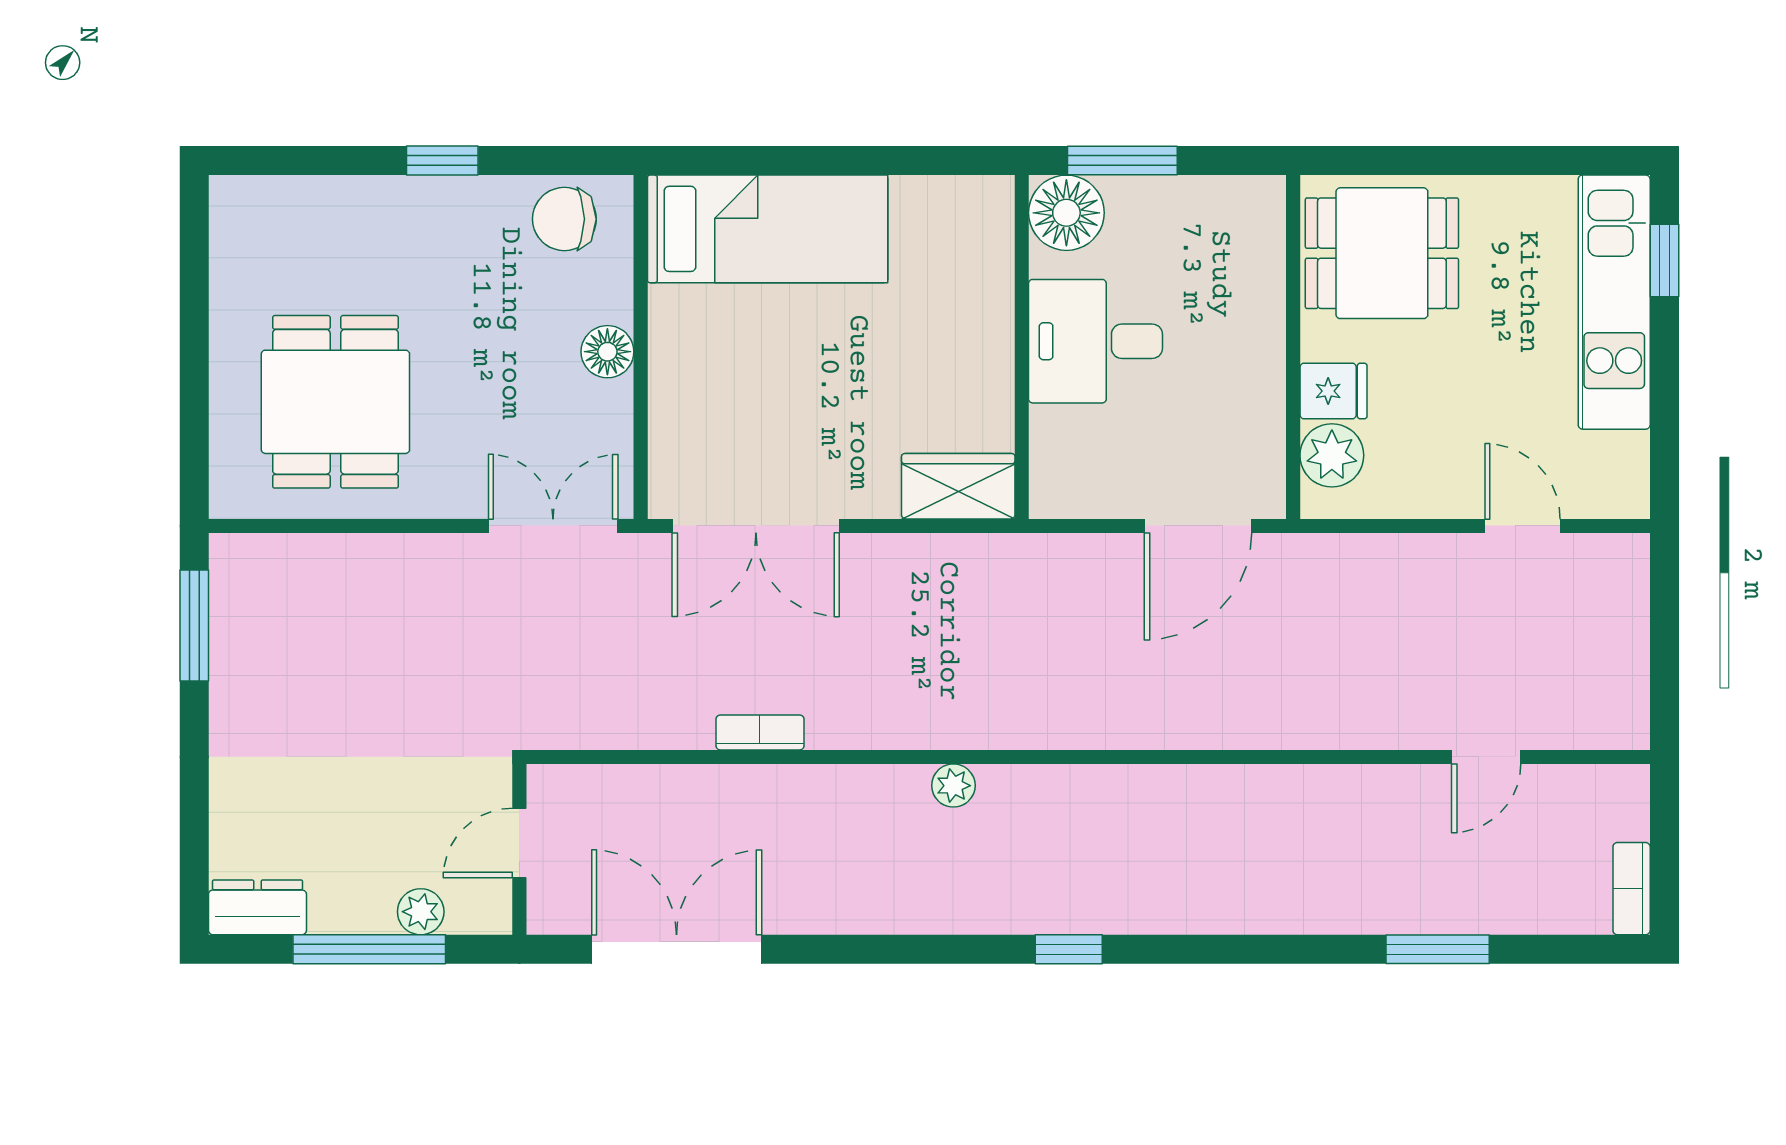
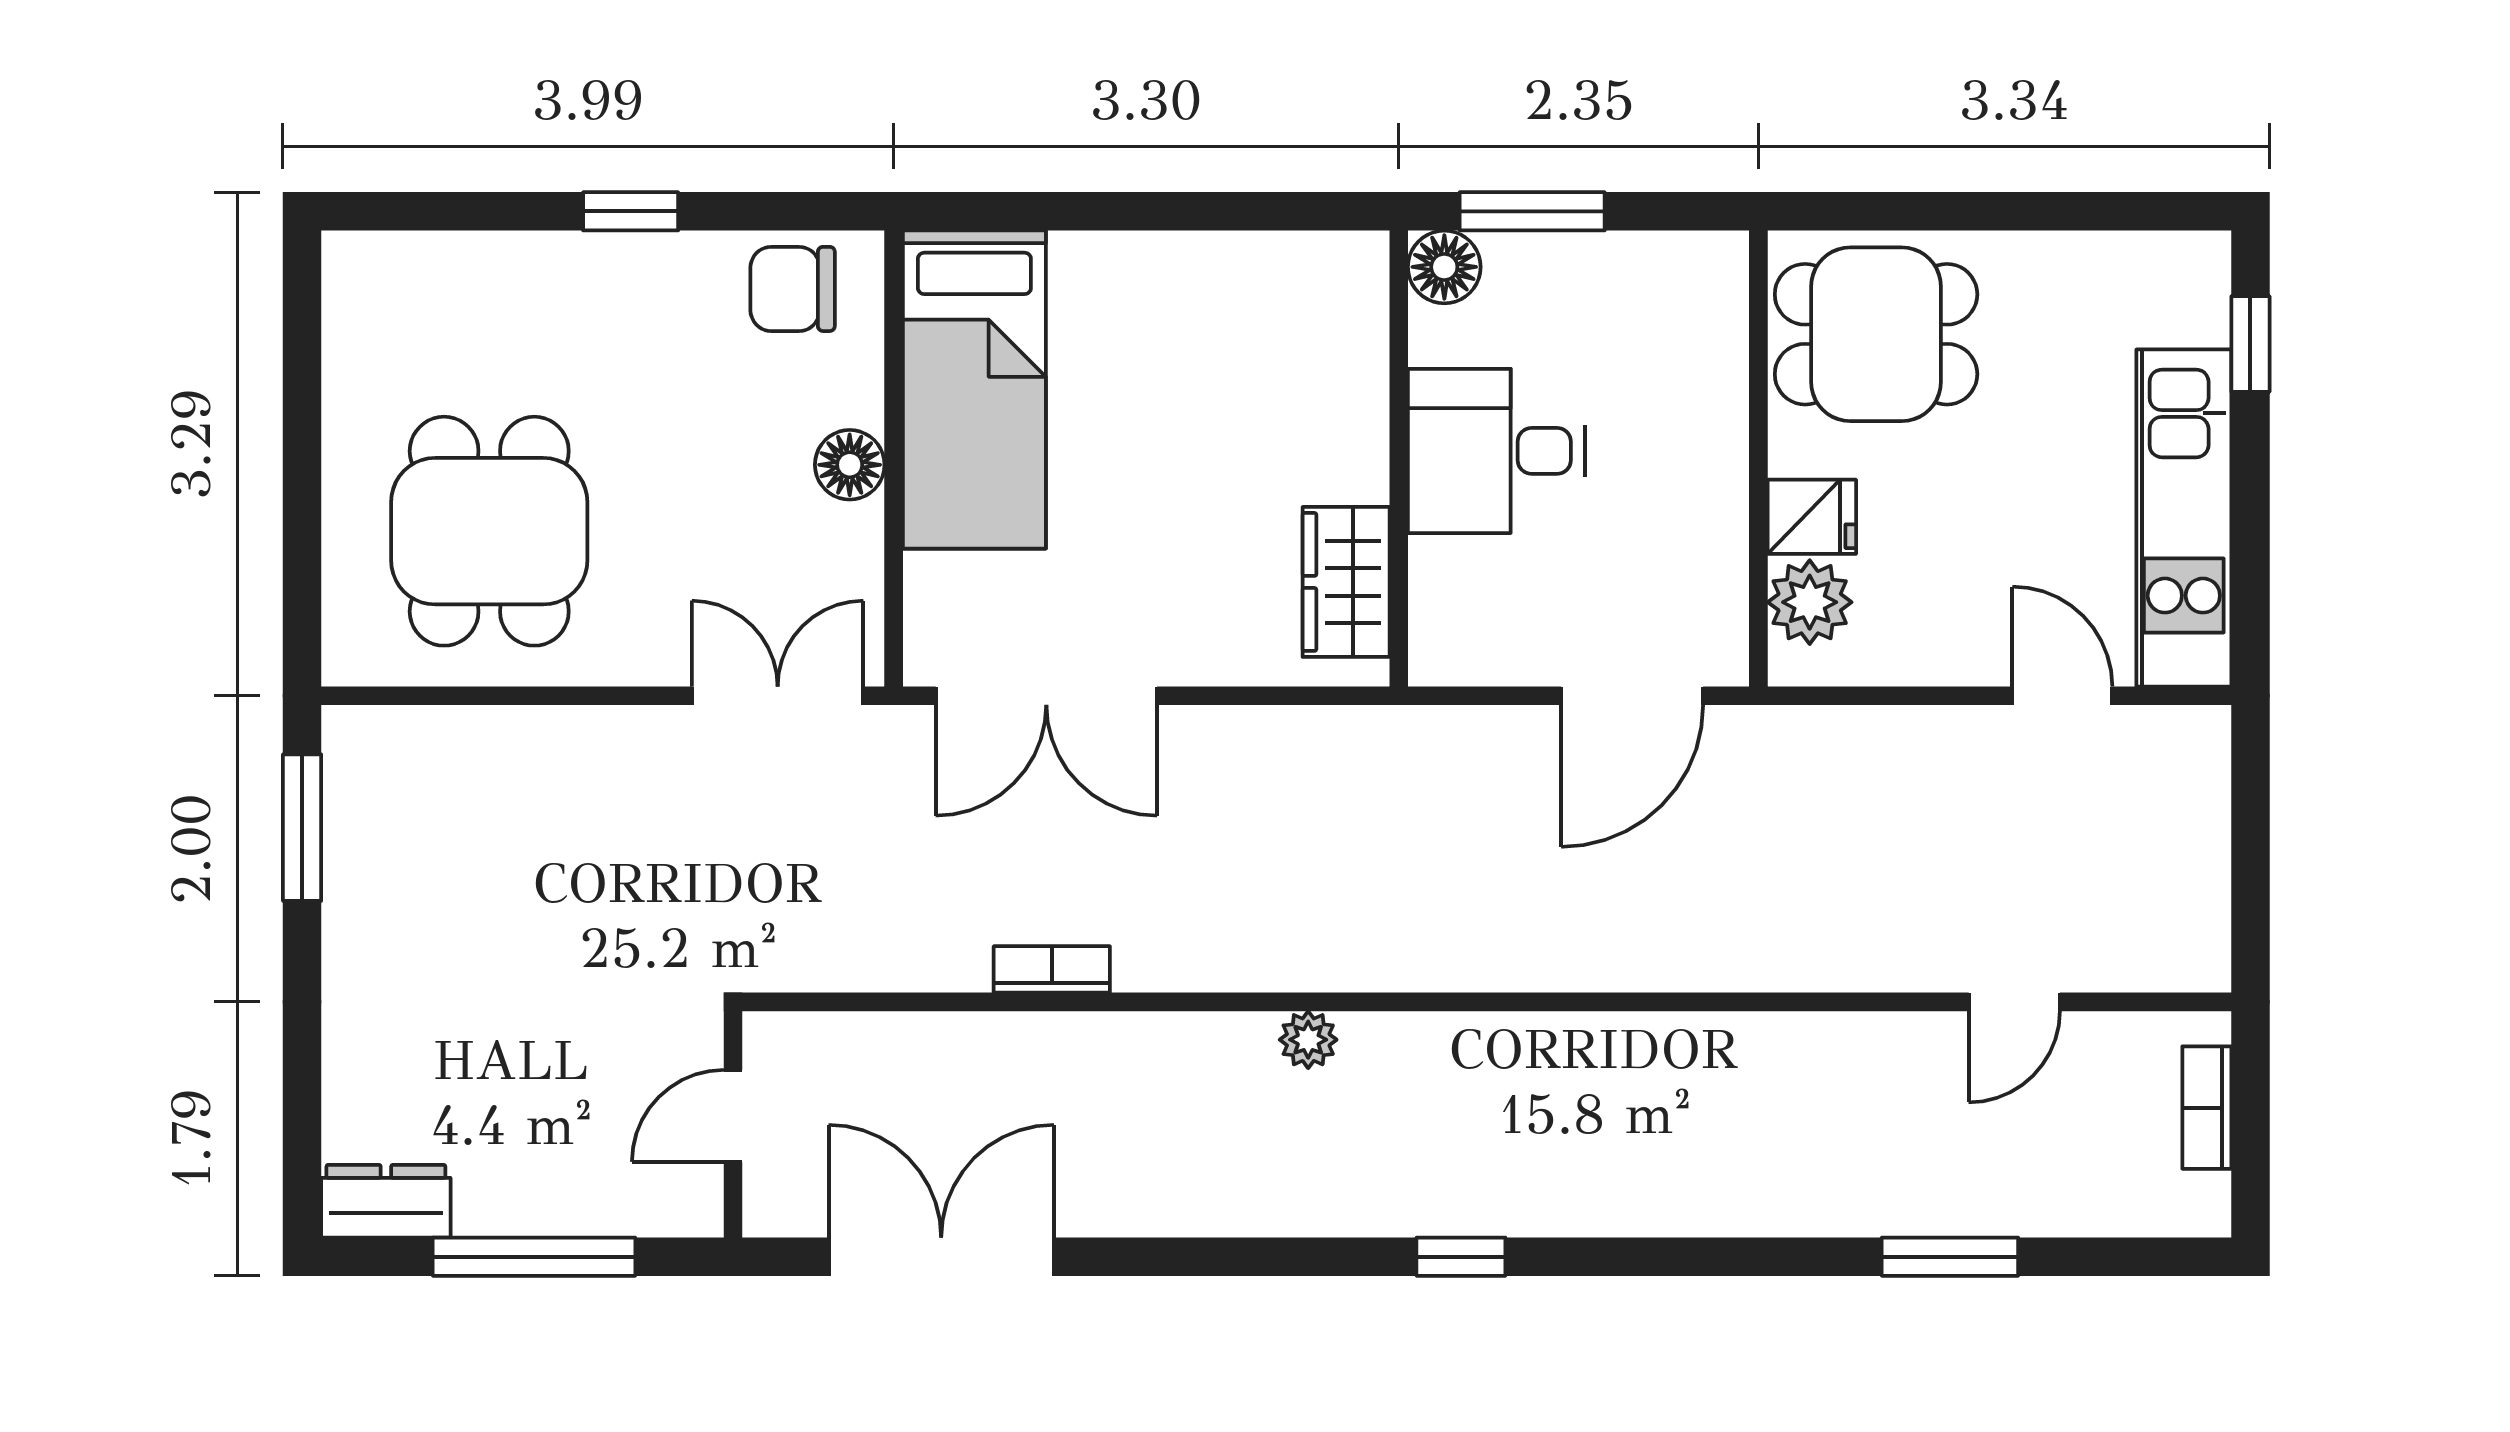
floor lamp: (1066, 213) -> (1444, 267), width x0.73, depth x0.73
bed: (768, 229) -> (974, 389), moved, turned 90
kitchen unit: (1614, 302) -> (2184, 518), moved
wardrobe: (958, 486) -> (1346, 582), moved, turned -90
bookcase: (1632, 889) -> (2207, 1108), moved
plant: (421, 912) -> (602, 1207), removed

